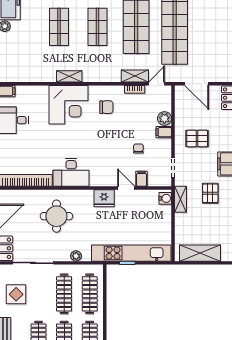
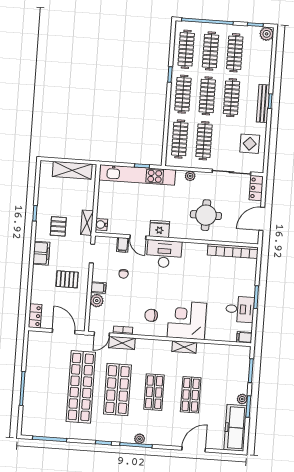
desk: (71, 172) -> (164, 254), moved

